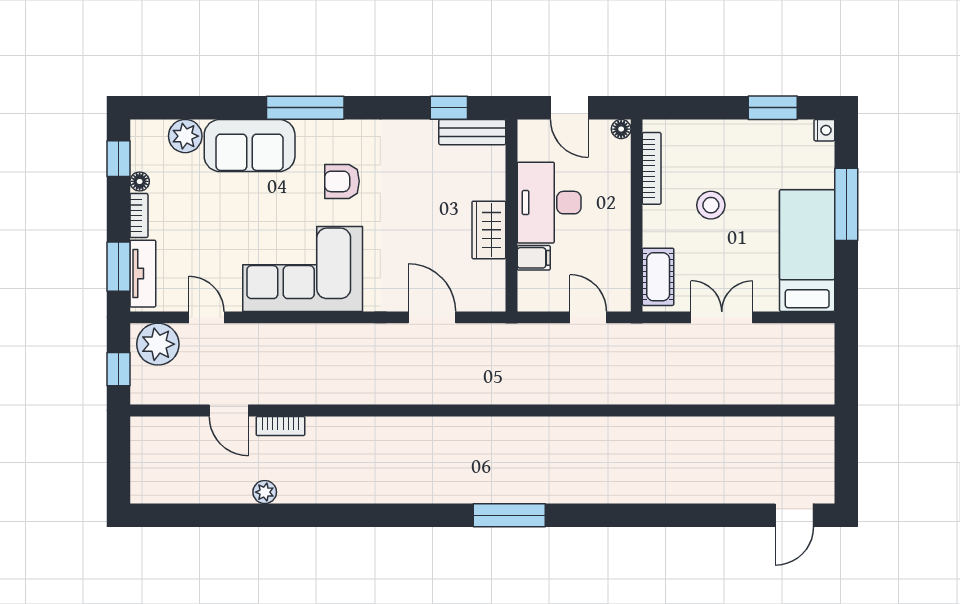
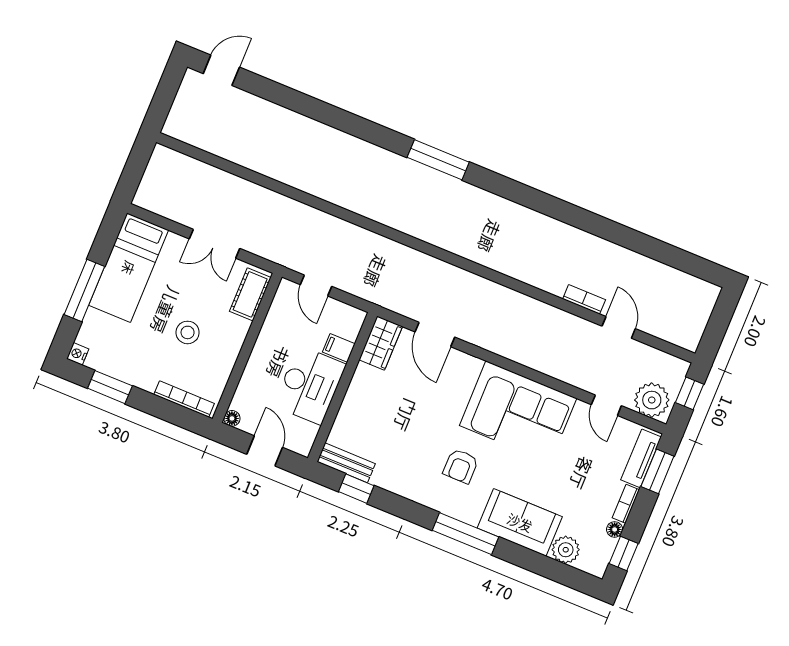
bookcase: (652, 168) -> (184, 399), moved, turned 90
armchair: (342, 181) -> (461, 466), turned 90
wardrobe: (489, 230) -> (381, 343), moved
plant: (265, 492) -> (617, 254), removed

